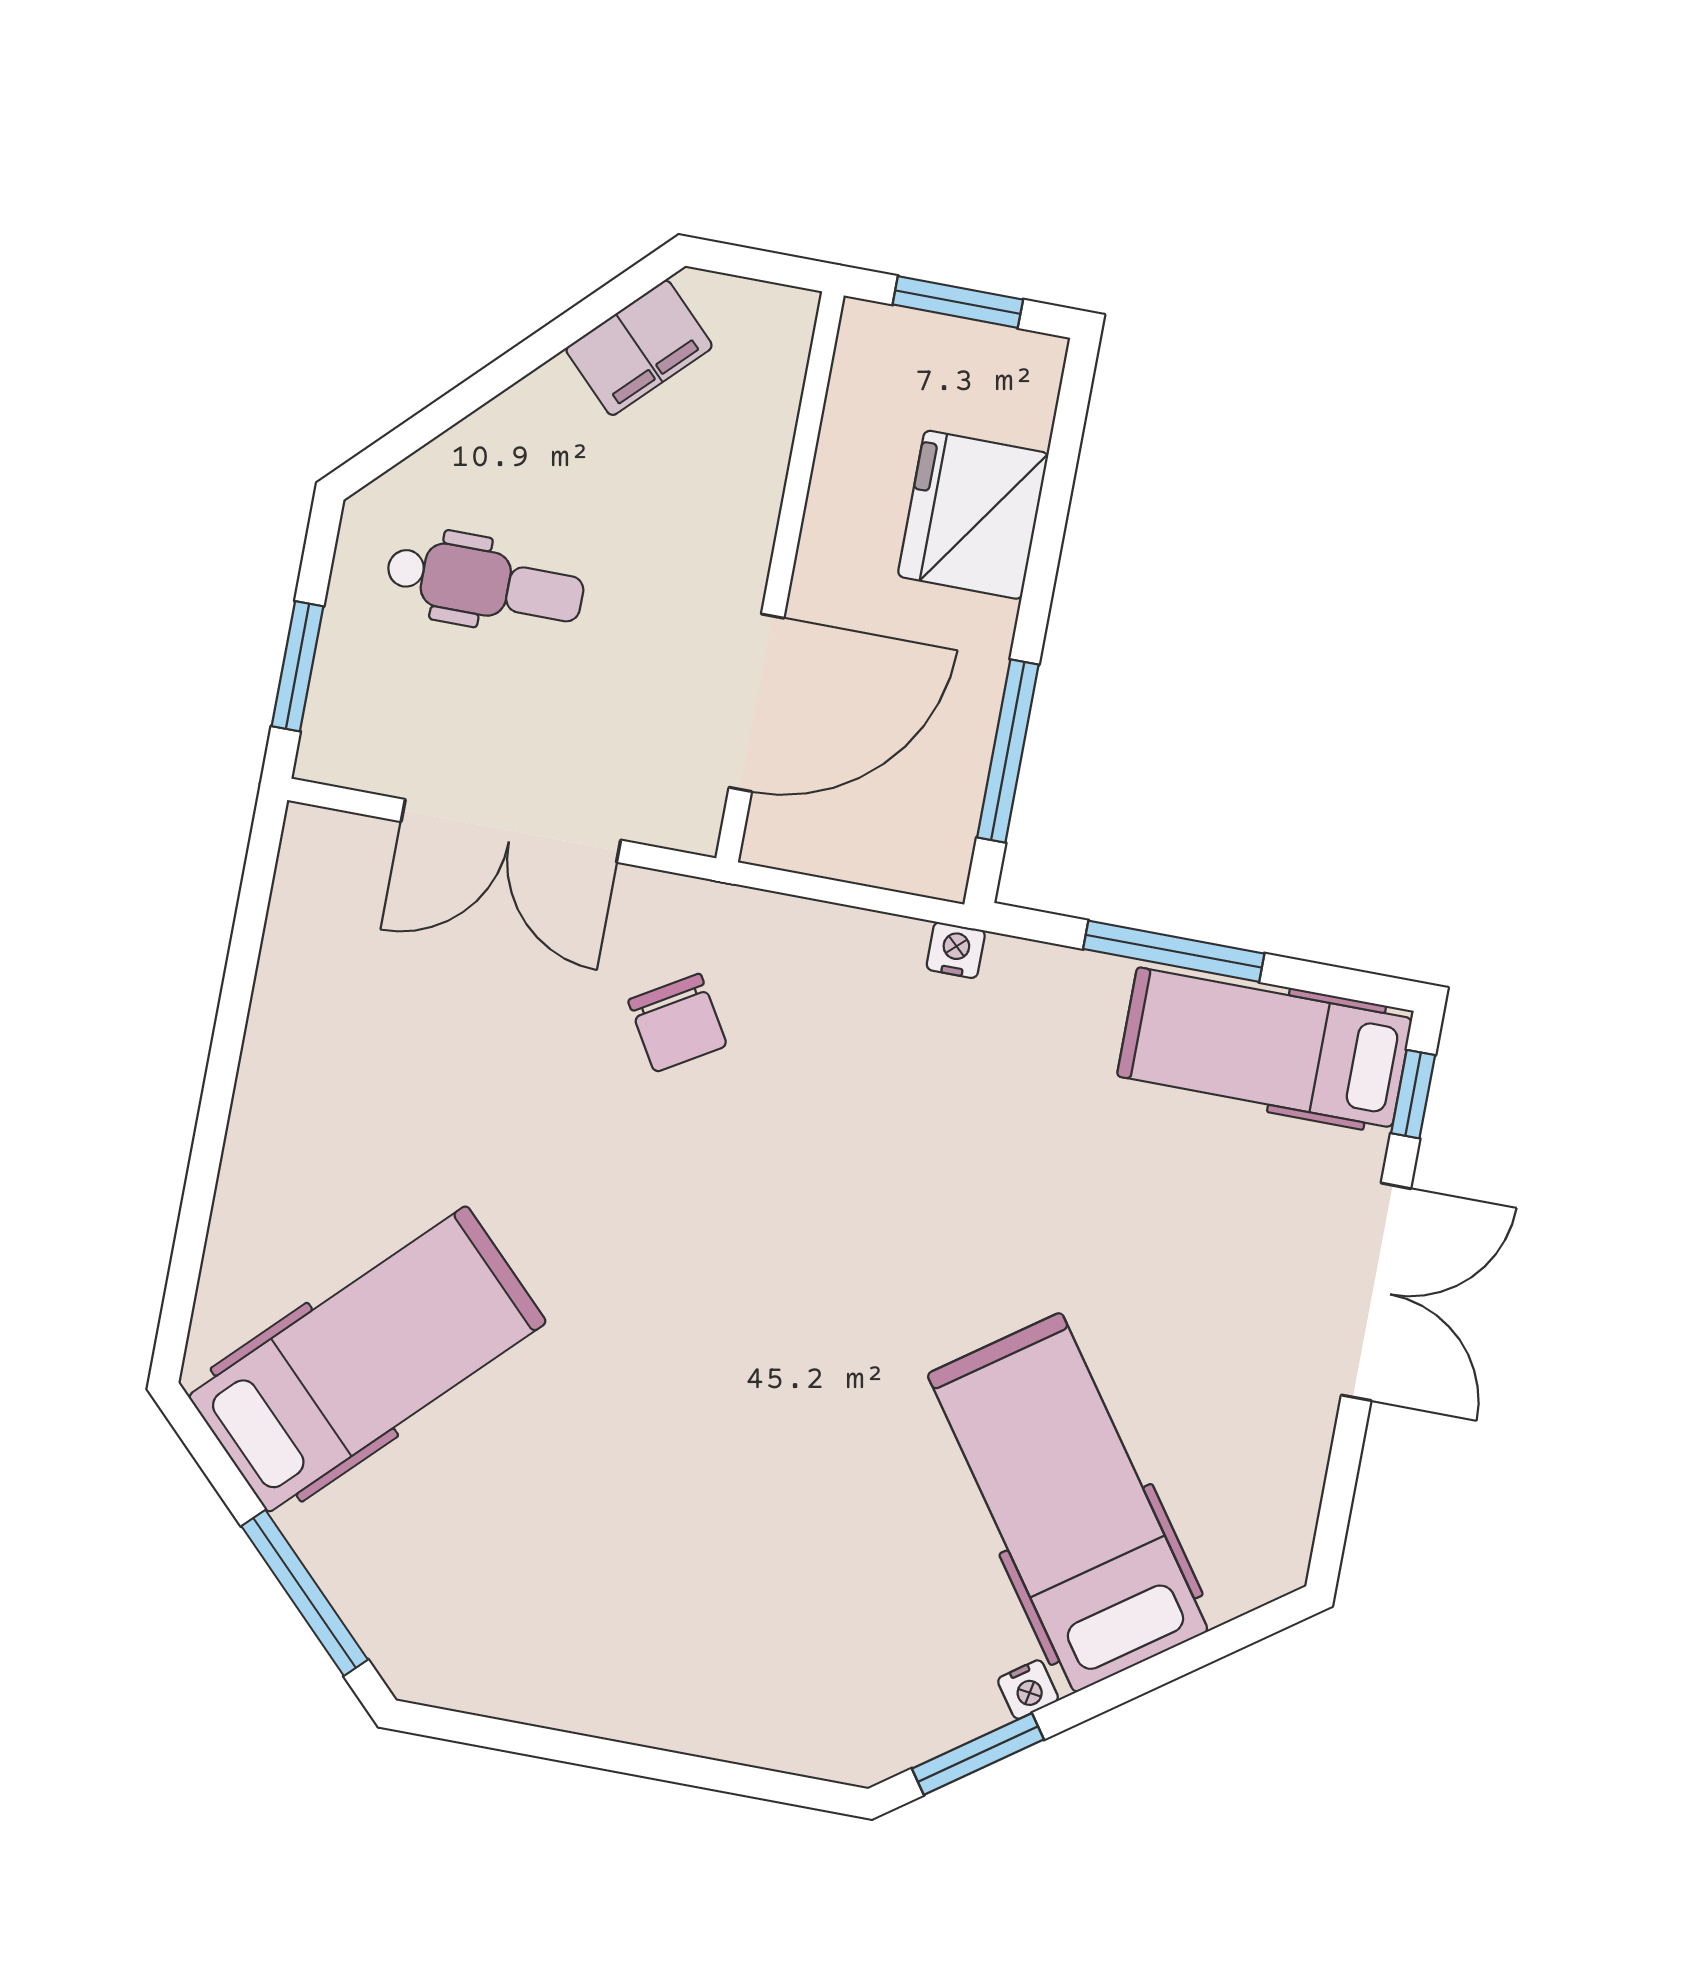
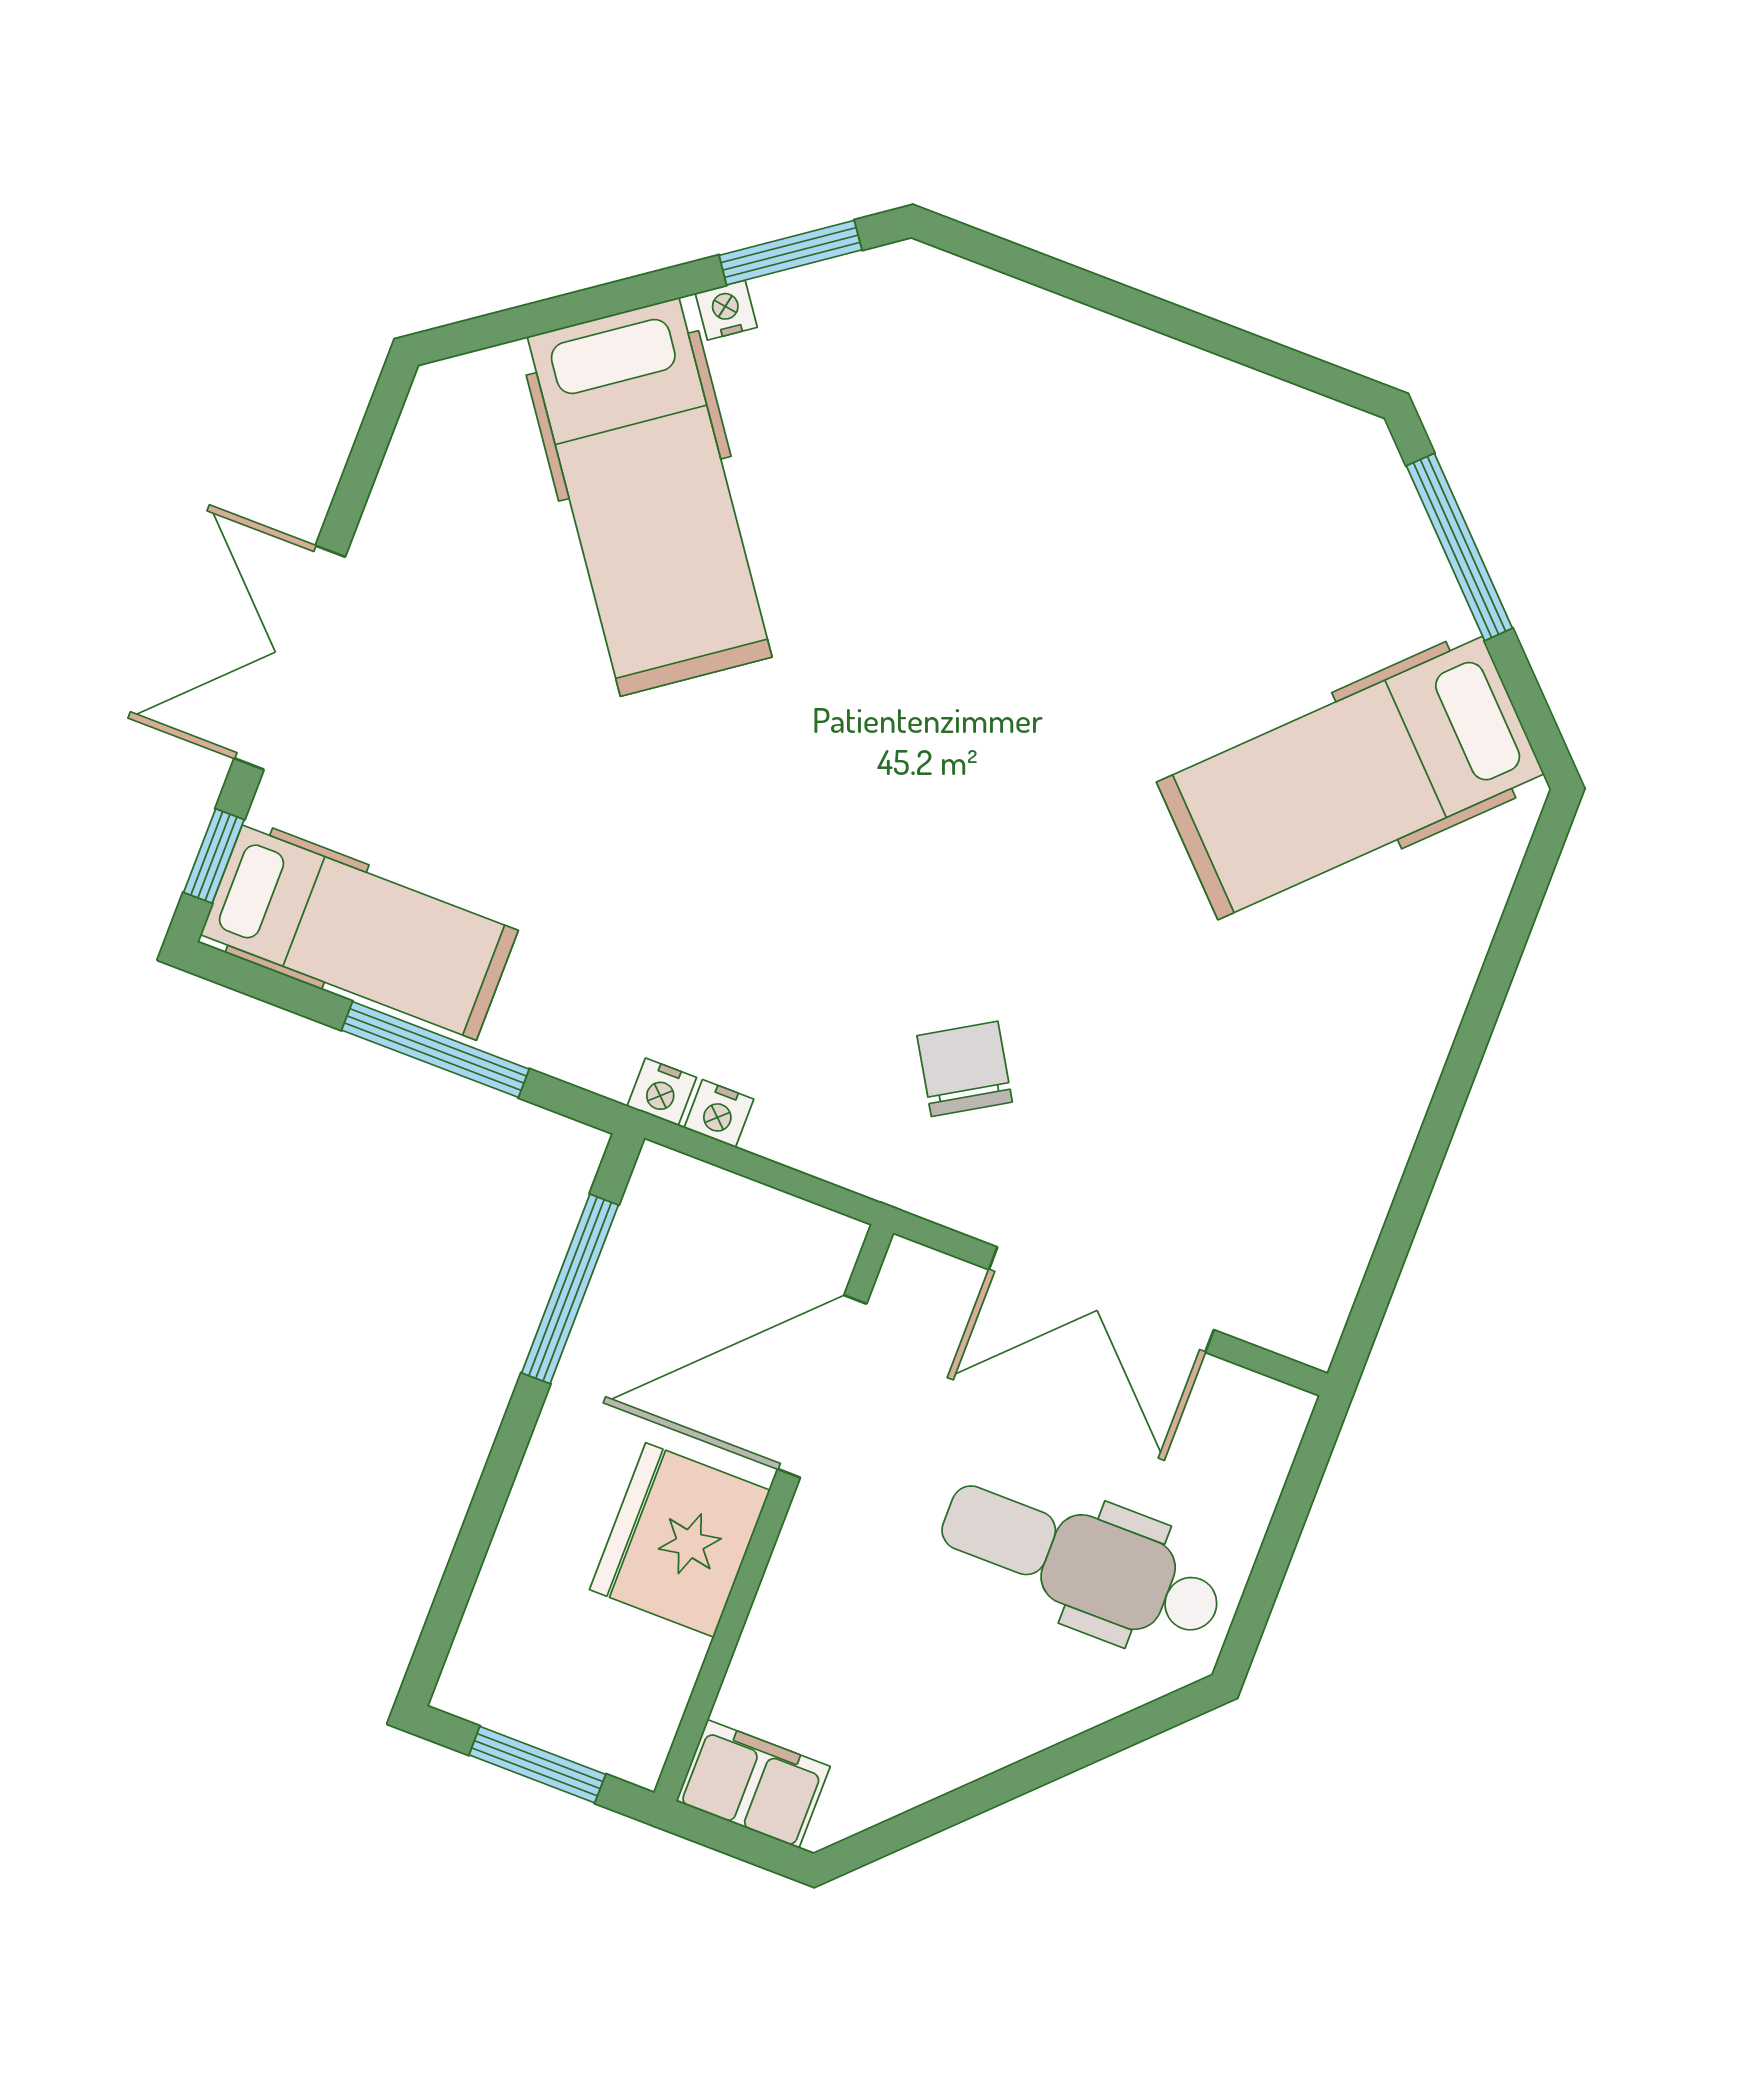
filing cabinet: (639, 348) -> (753, 1784), moved, turned 45
fridge: (973, 515) -> (680, 1540), moved, turned 180
dental chair: (485, 583) -> (1081, 1562), width x1.36, depth x1.38
window: (298, 666) -> (1292, 1511), removed
double door: (511, 831) -> (1101, 1300), swing flipped
nightstand: (899, 940) -> (719, 1114), added

